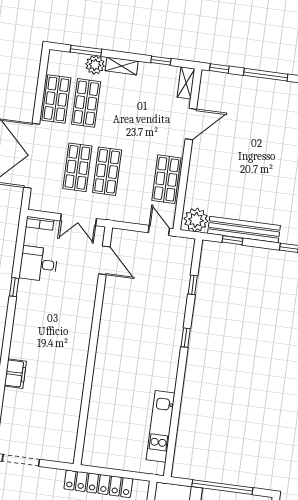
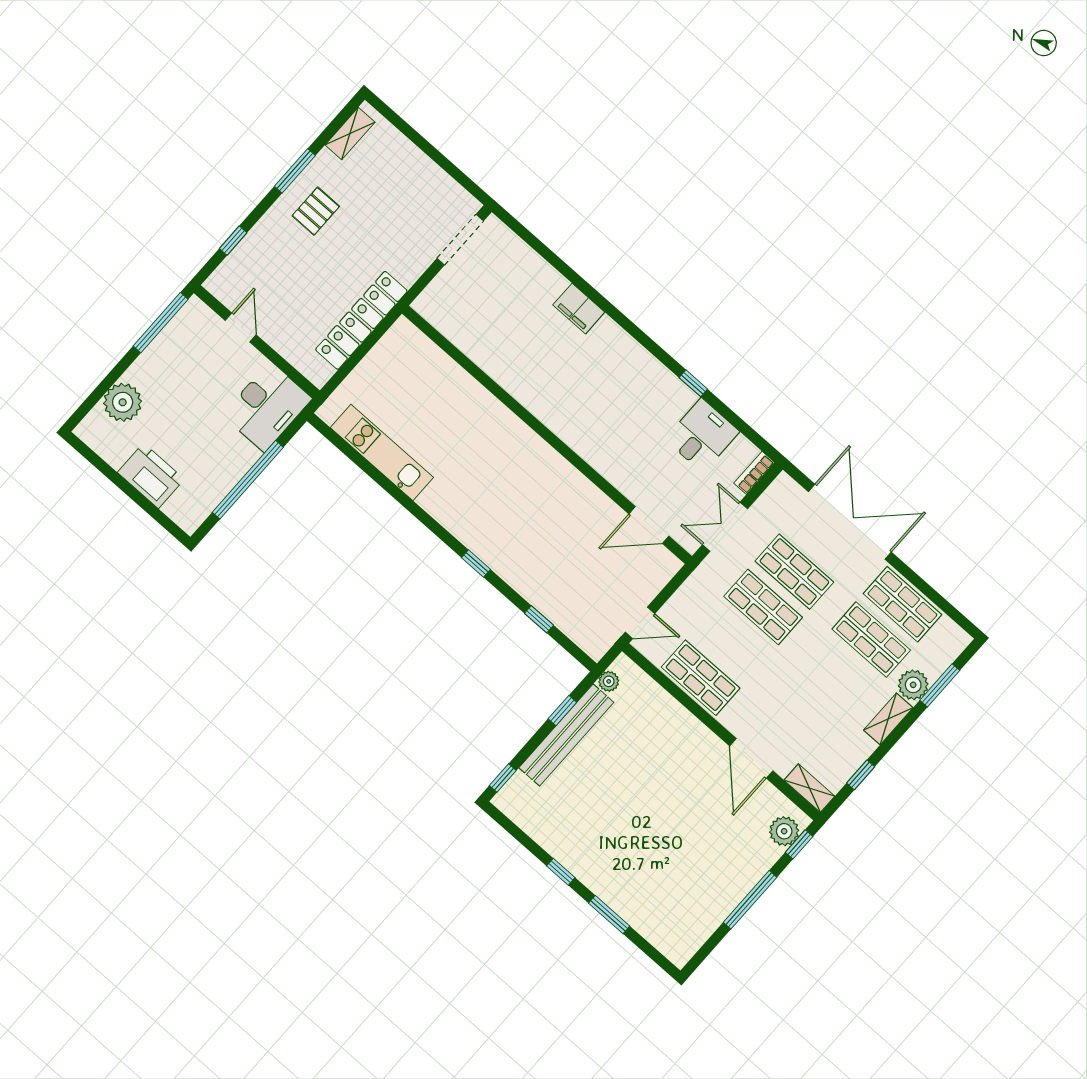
plant: (218, 81) -> (784, 831), added
plant: (196, 220) -> (609, 681), width x0.53, depth x0.53

